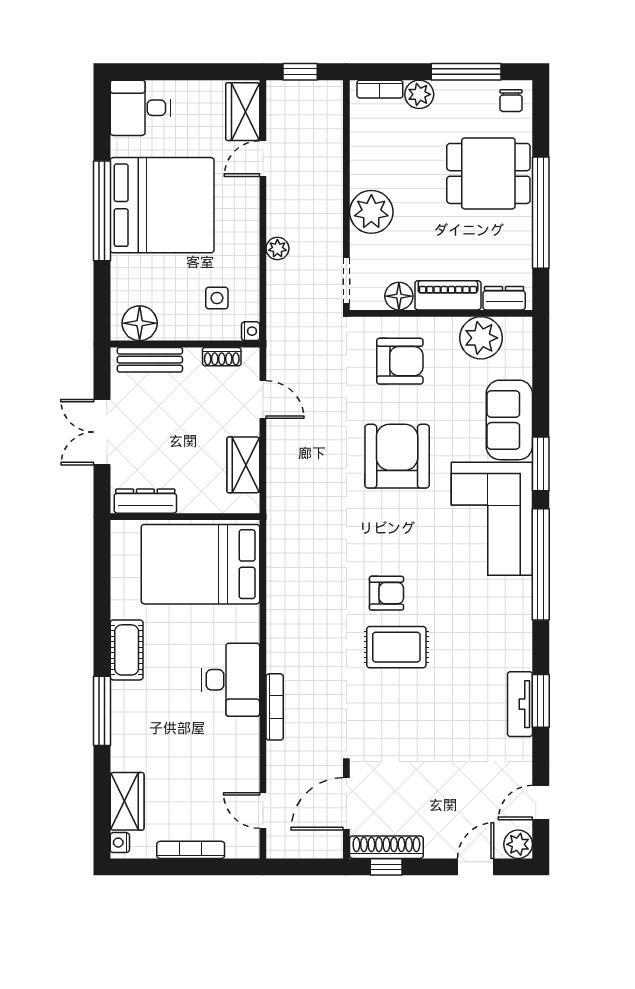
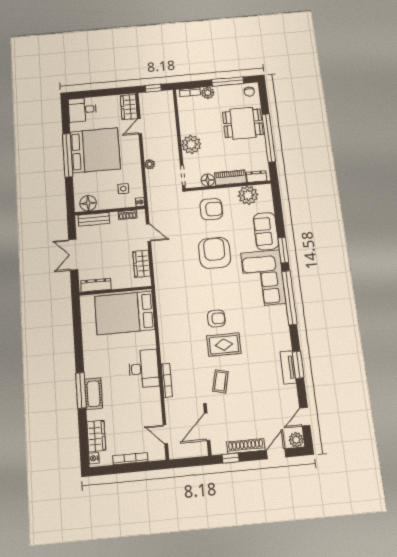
cot: (127, 650) -> (93, 394), moved
coffee table: (382, 719) -> (220, 381), added
shoe rack: (386, 847) -> (246, 446), moved

